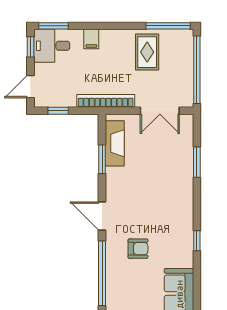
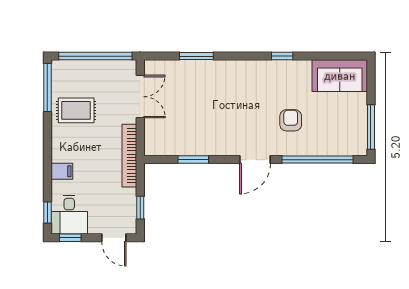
window: (54, 26) -> (47, 213), width x0.67
fireplace: (115, 143) -> (176, 146), removed

